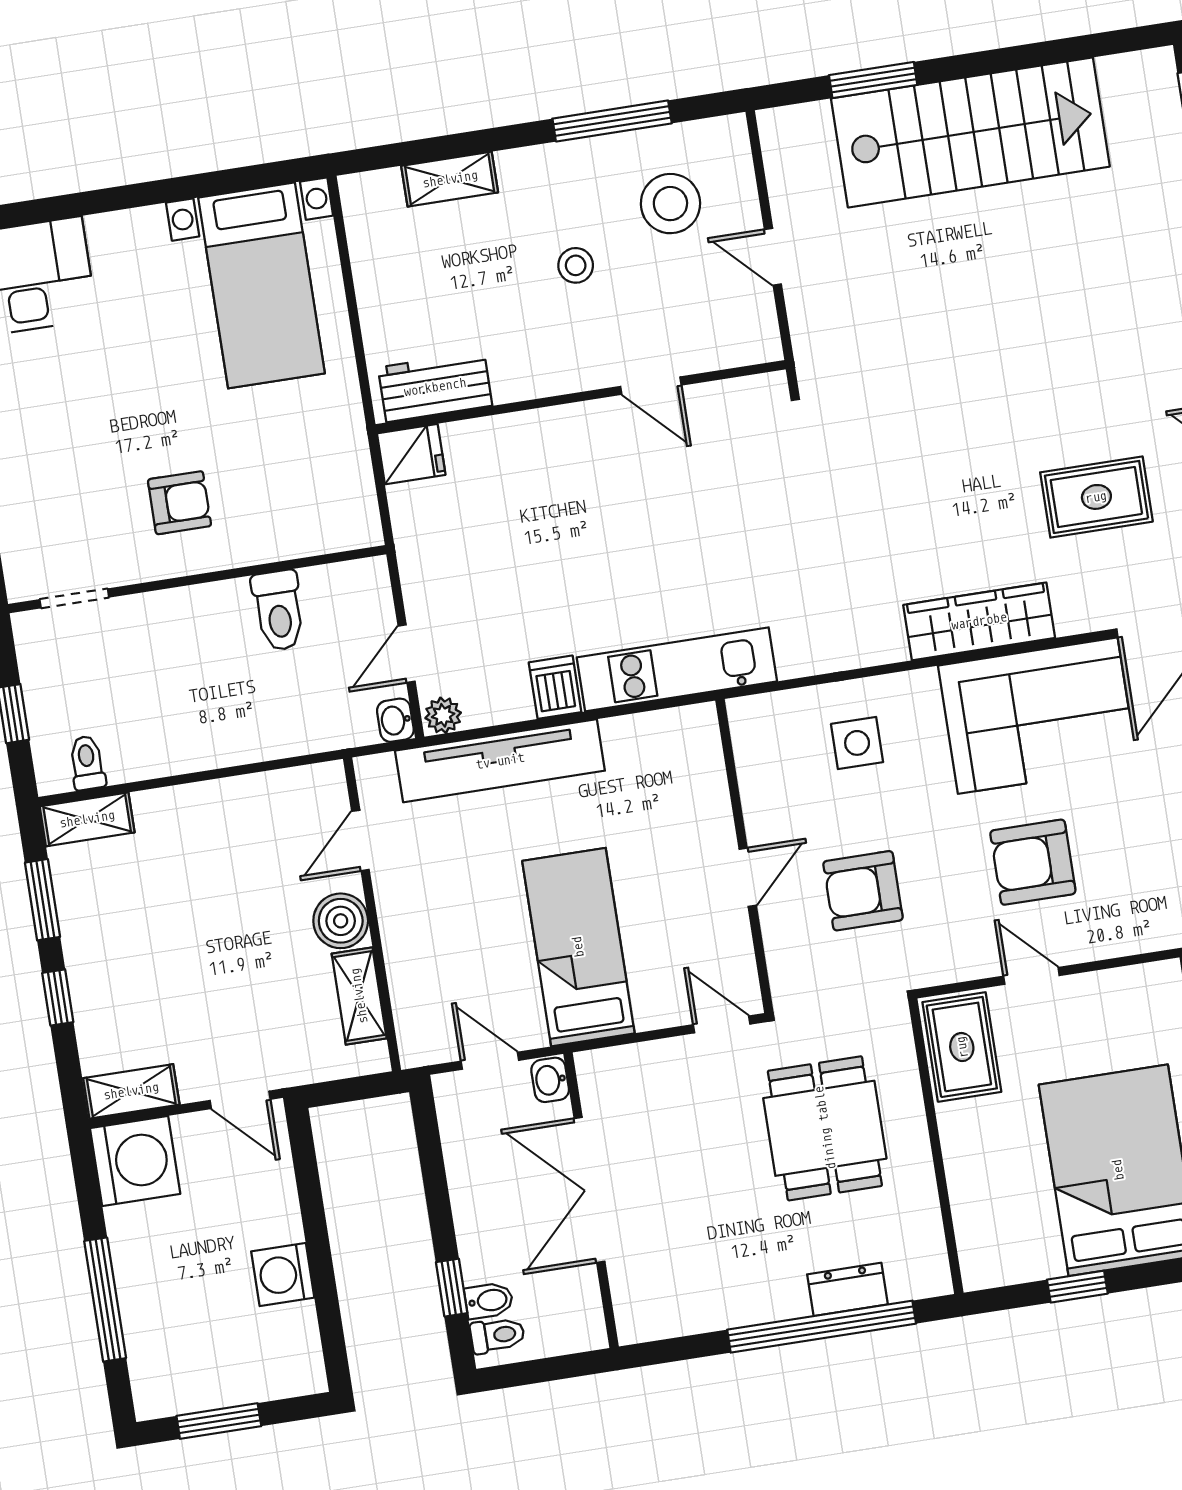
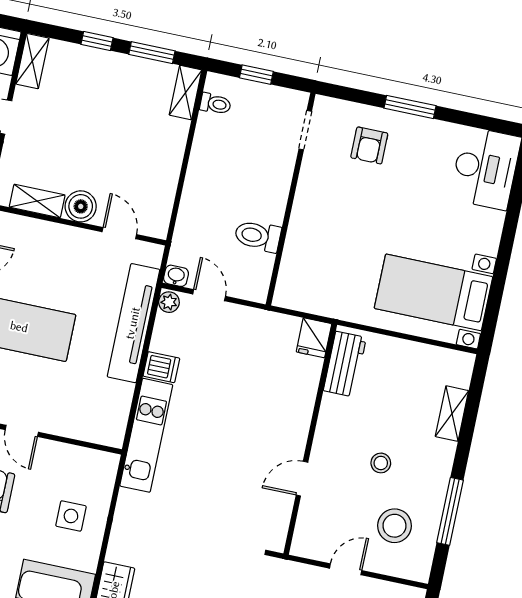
armchair: (179, 503) -> (369, 145), moved

